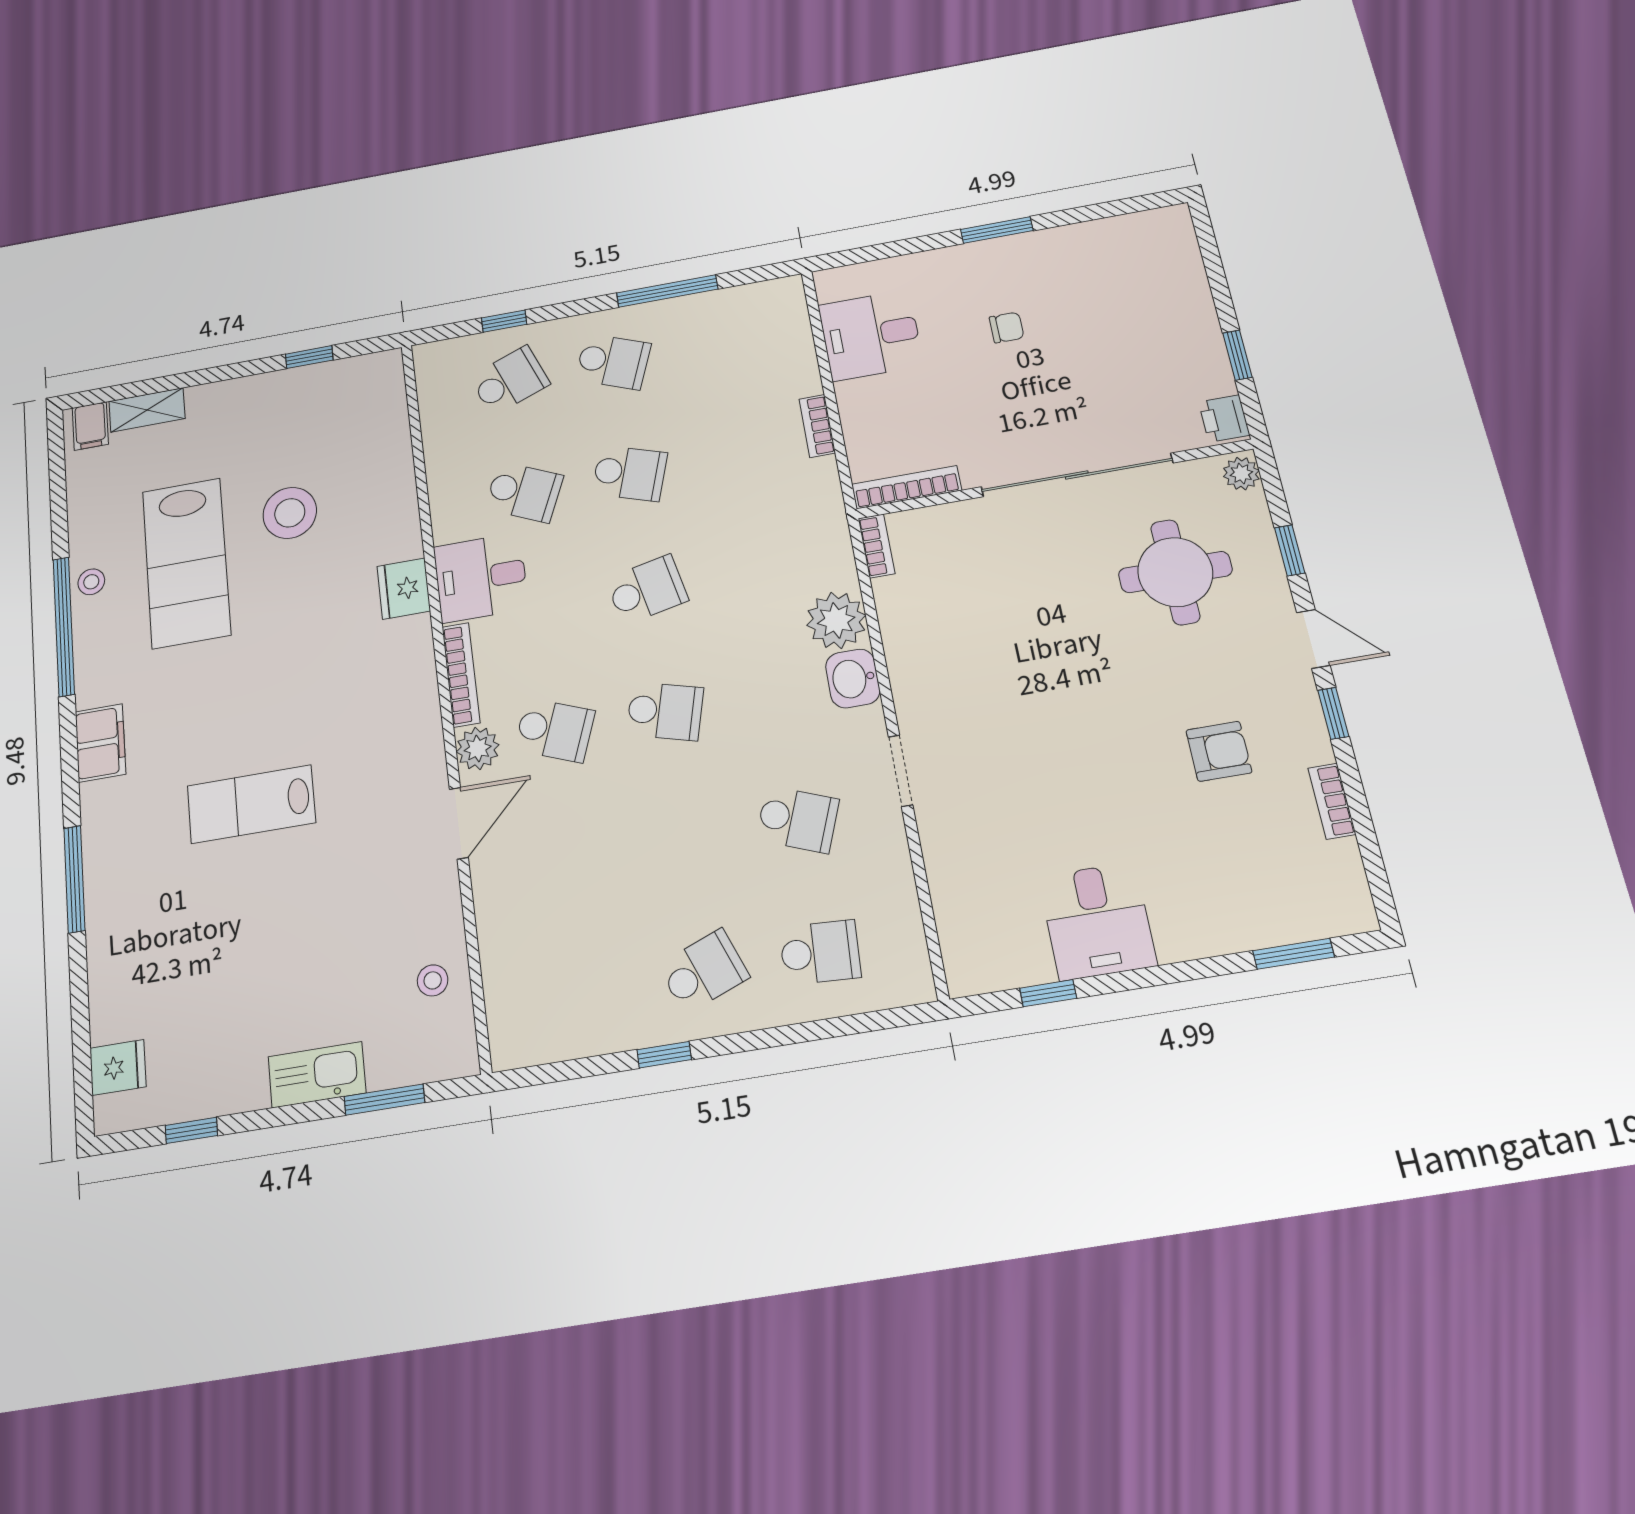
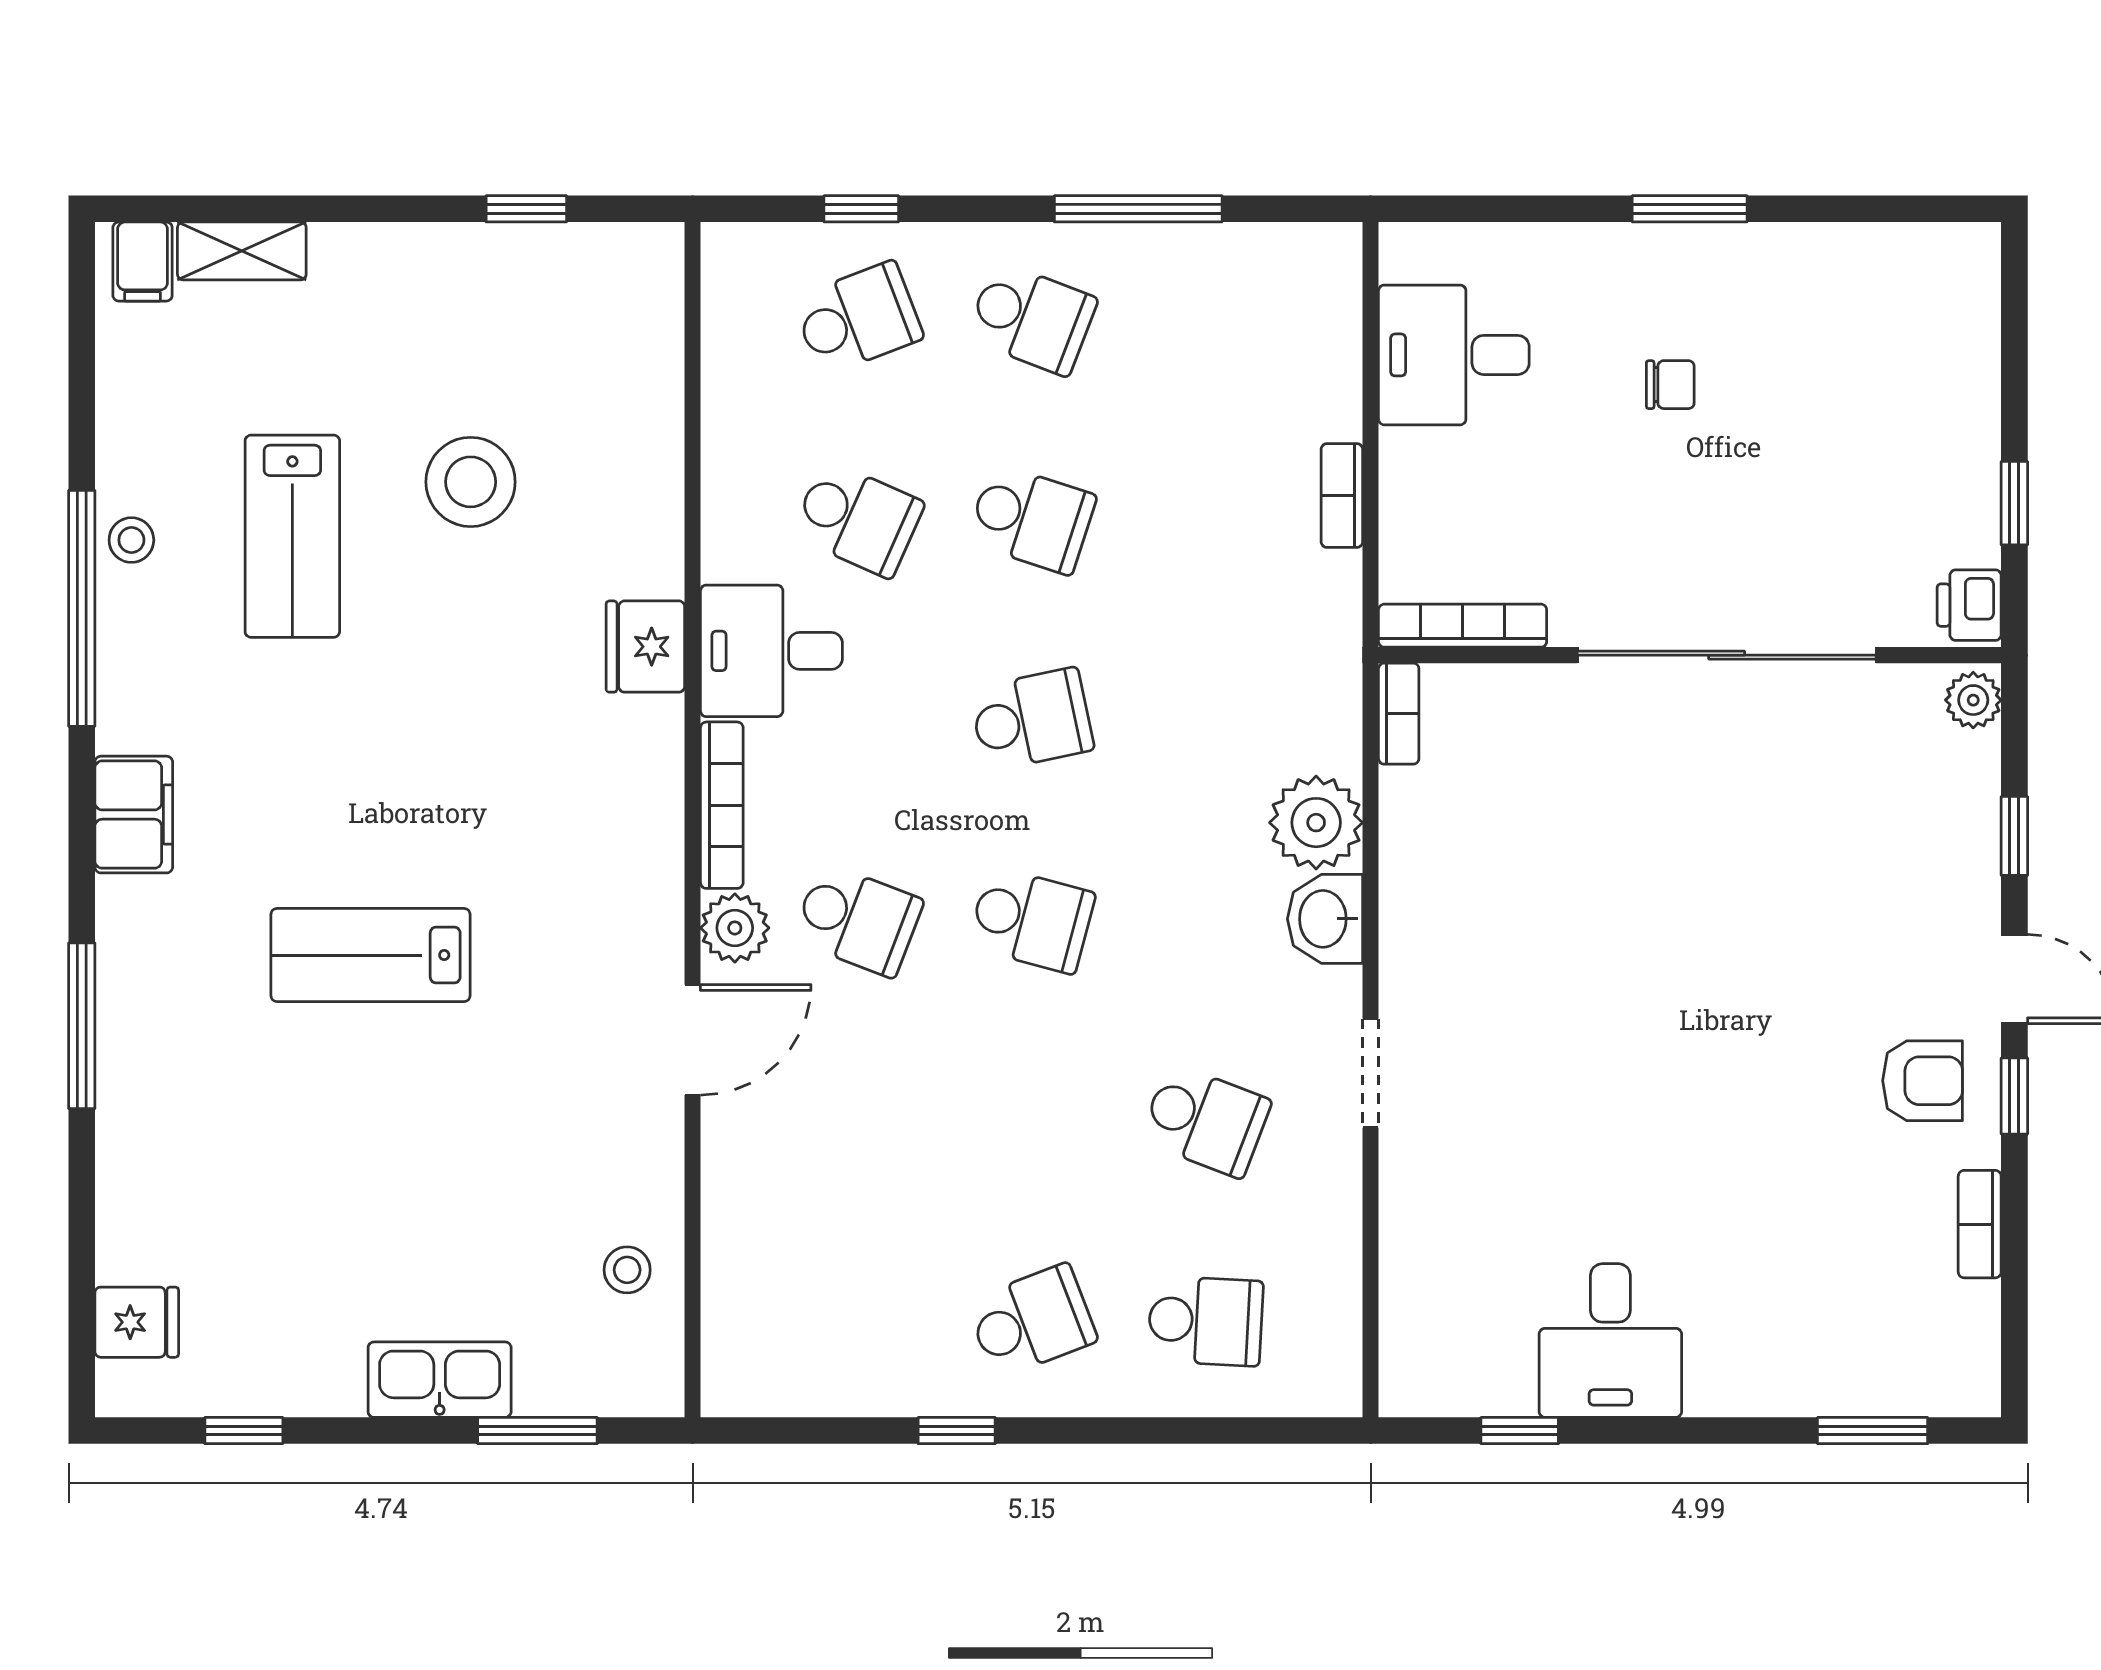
lab bench: (186, 563) -> (292, 536), width x0.73, depth x0.72
round table: (1175, 572) -> (1839, 839), removed
armchair: (1219, 751) -> (1923, 1081), moved

